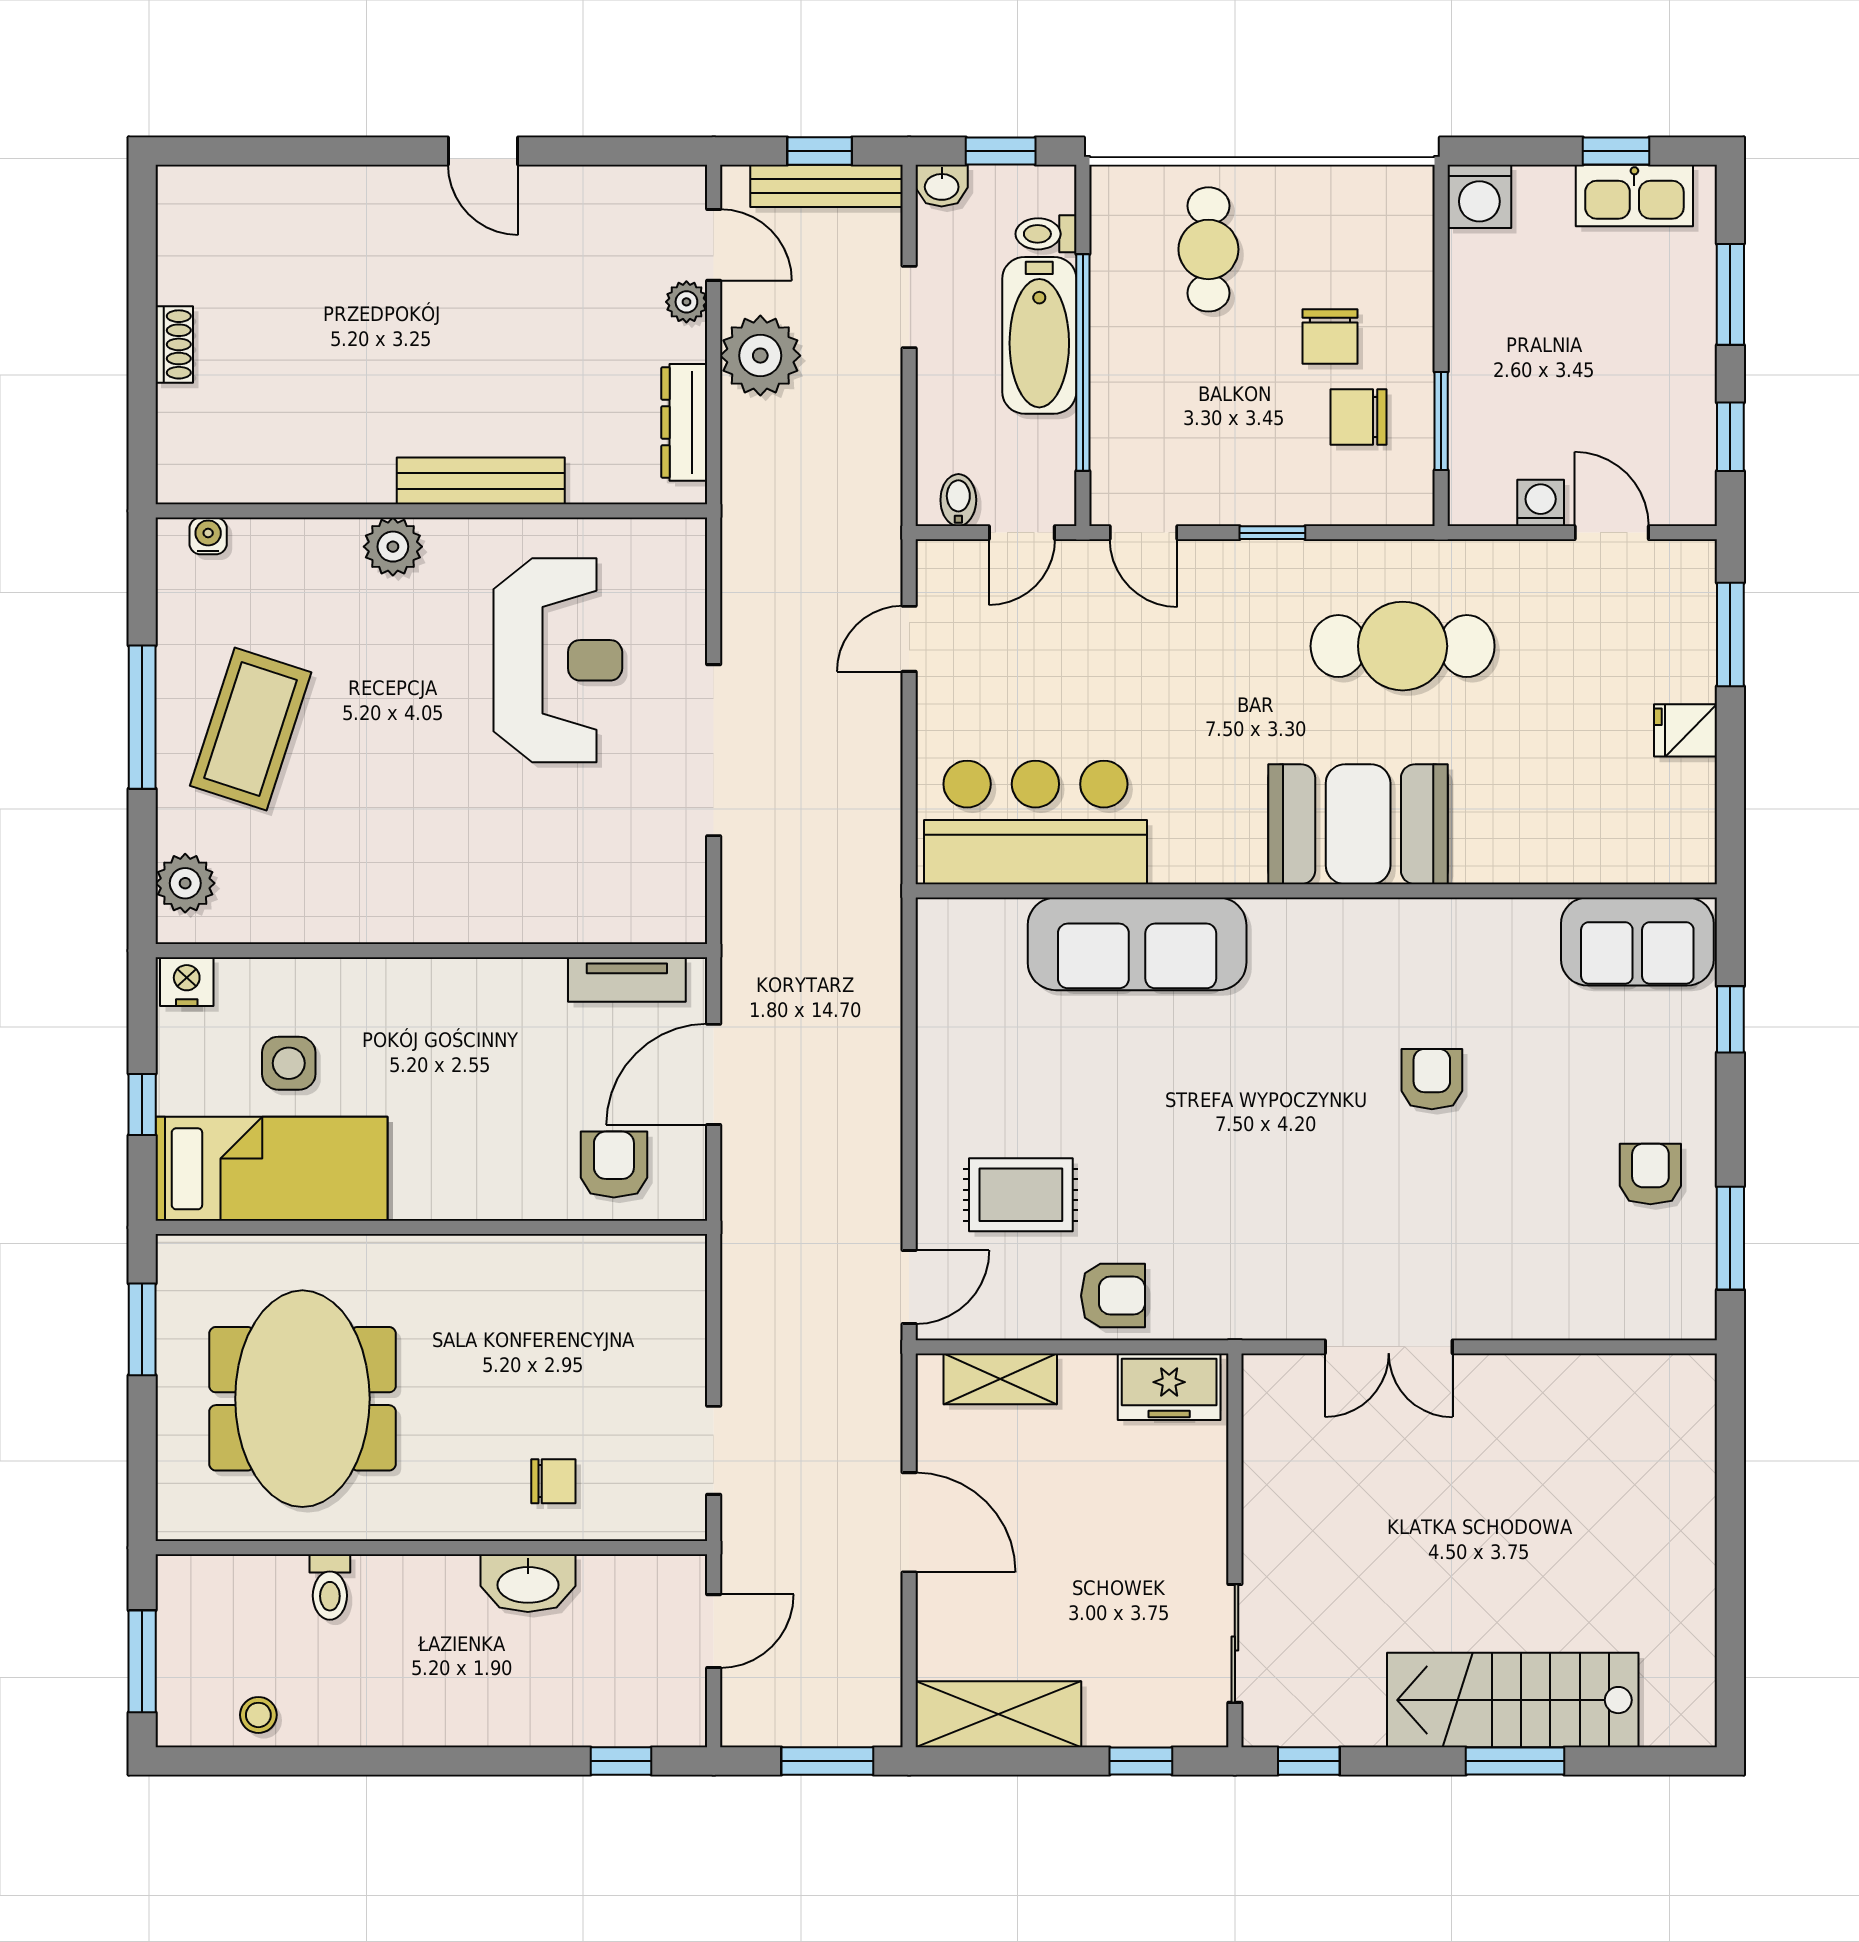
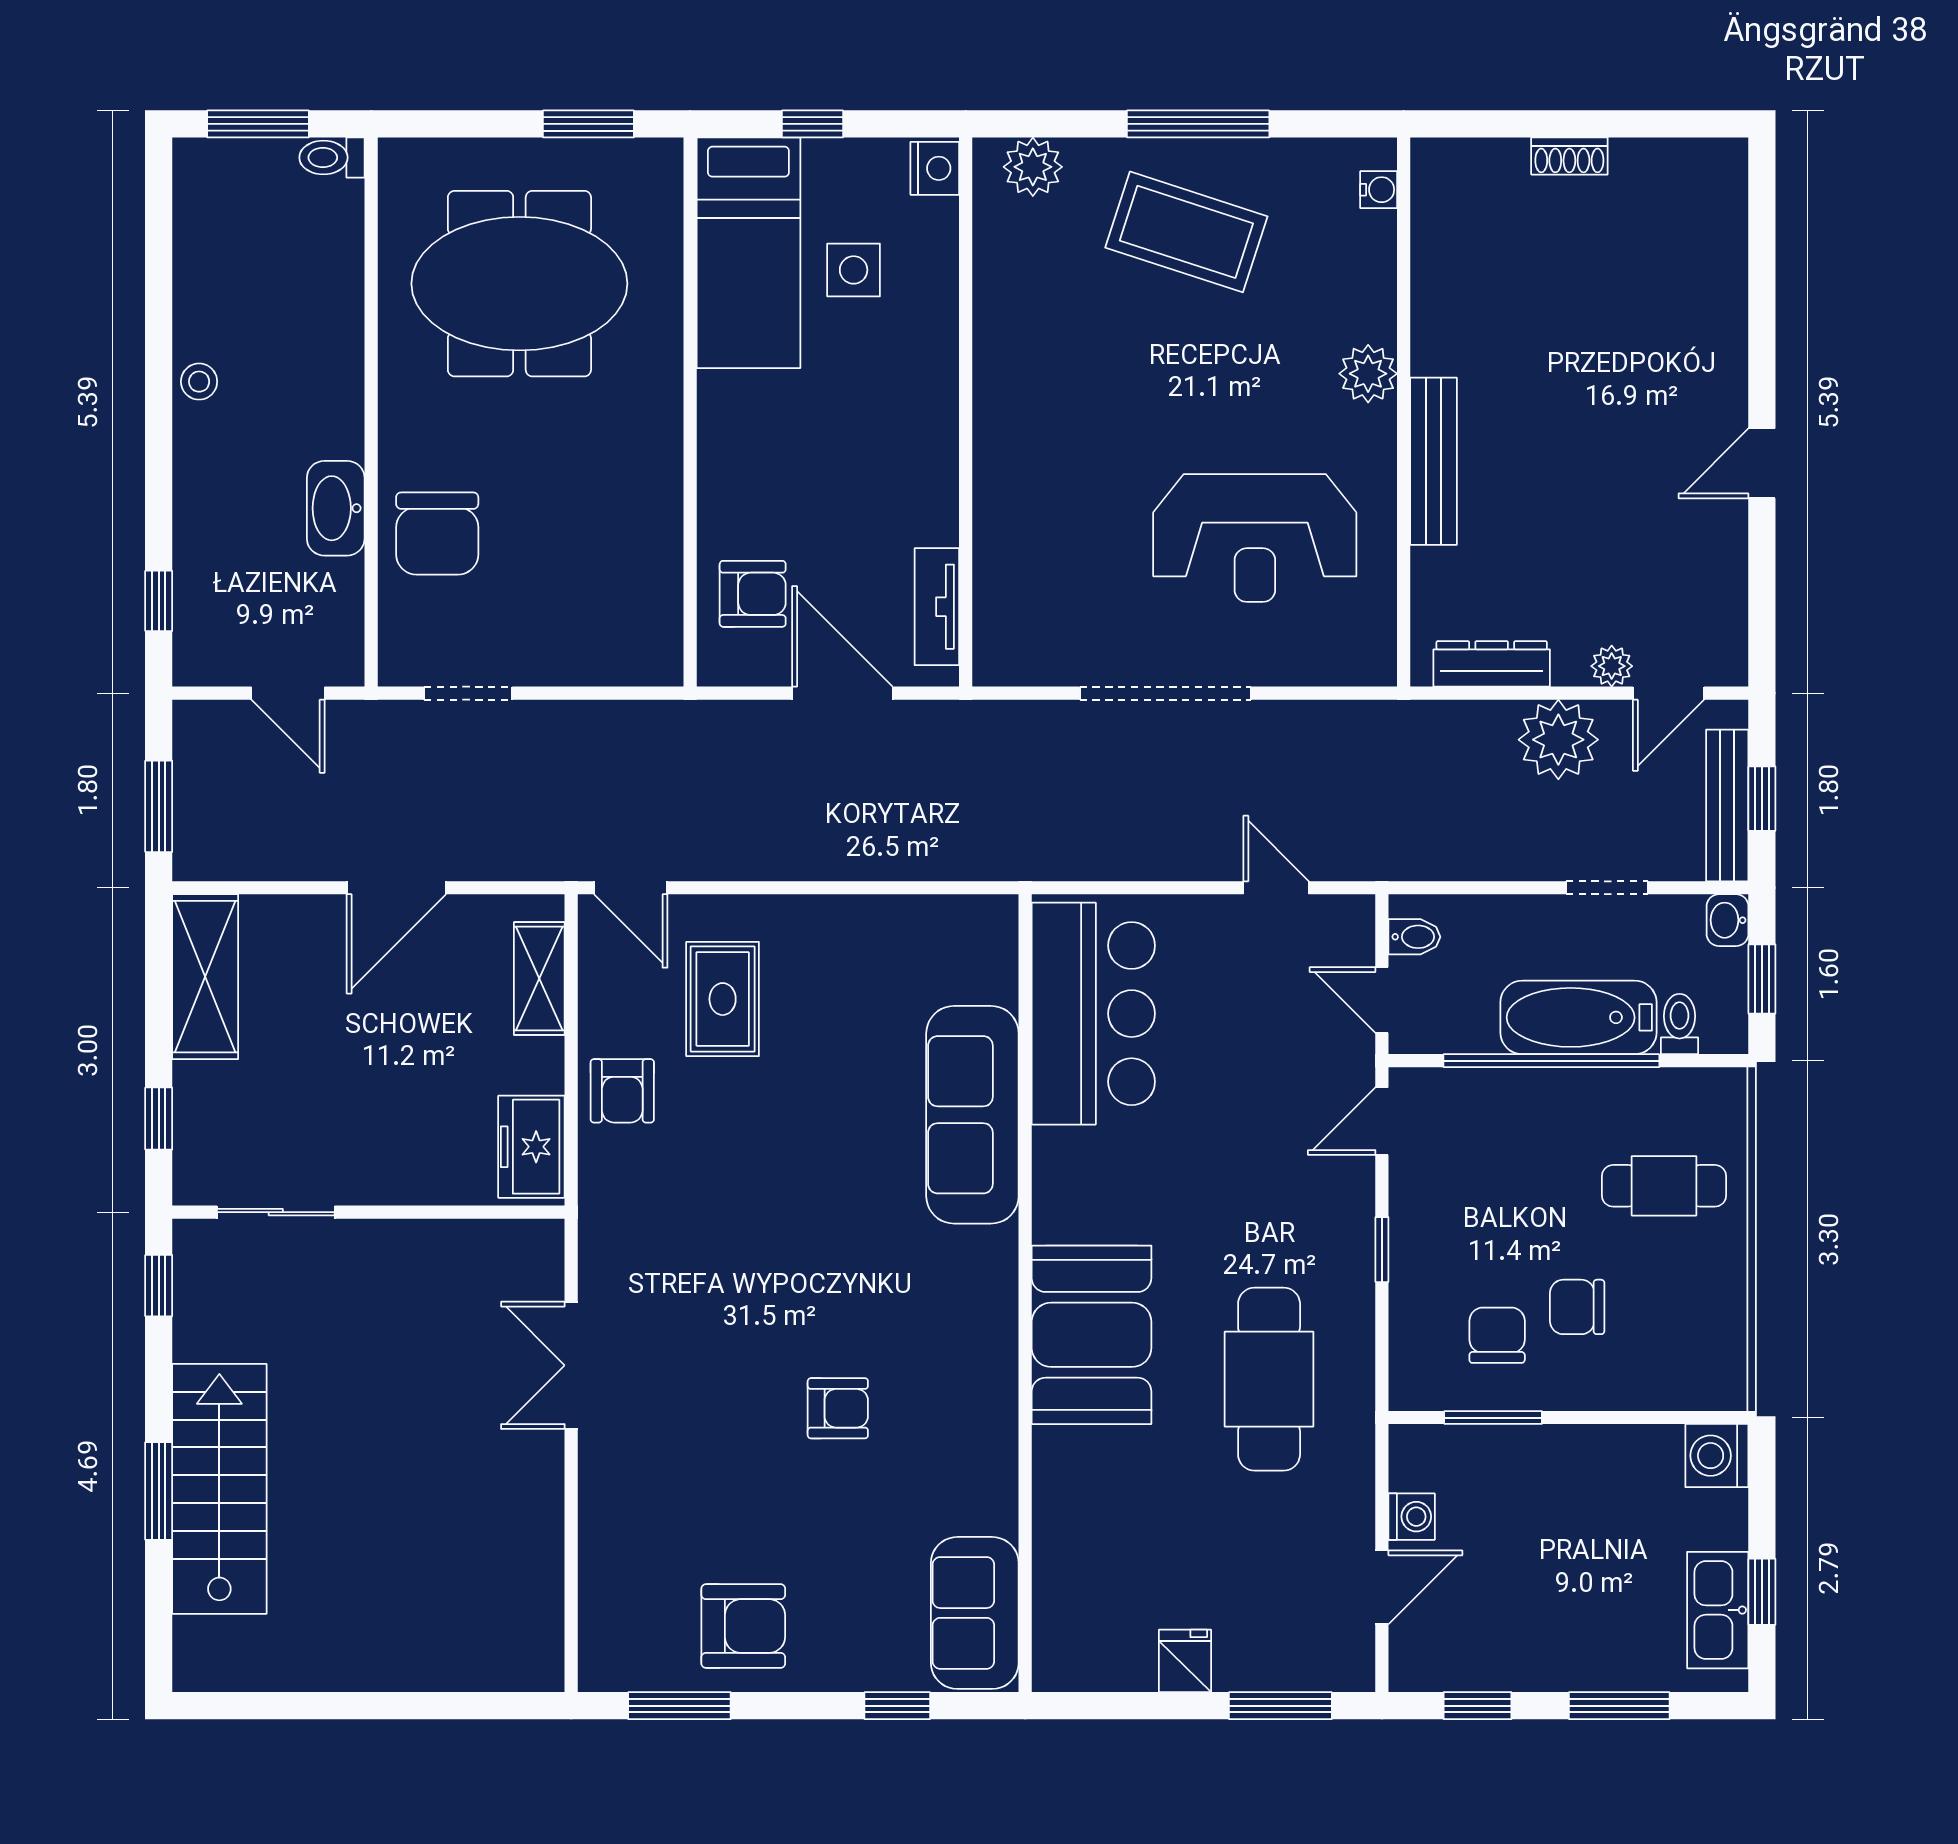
armchair: (1650, 1174) -> (743, 1626), width x1.38, depth x1.38
chair: (553, 1481) -> (437, 533), width x1.87, depth x1.87
toilet: (330, 1587) -> (332, 158), moved
stool: (258, 1715) -> (199, 382), moved

